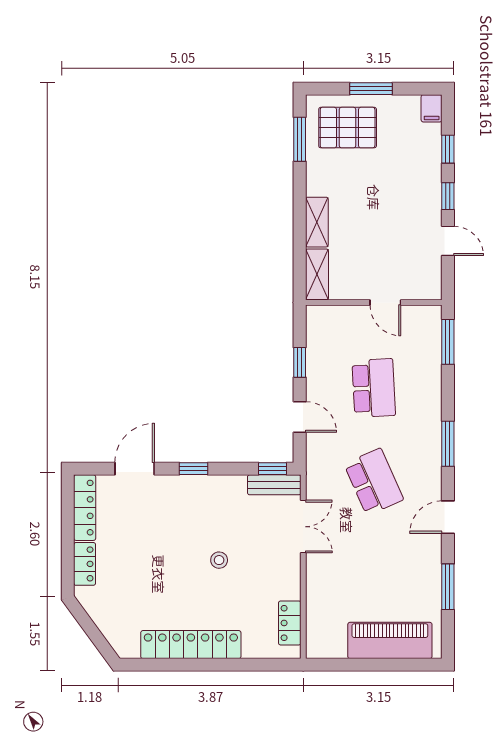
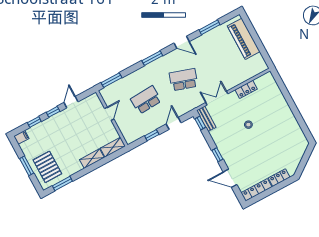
school desk: (374, 482) -> (184, 80), turned 42
locker: (290, 623) -> (246, 89), moved
locker: (191, 645) -> (288, 118), removed

